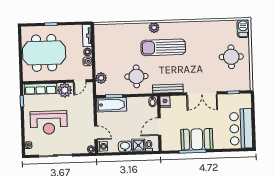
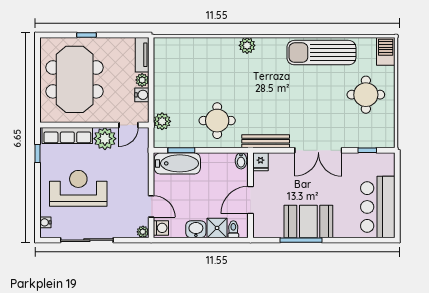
sun lounger: (163, 47) -> (321, 53), moved
meeting table: (44, 53) -> (75, 79), turned 90
reception desk: (49, 123) -> (78, 188), turned 180

